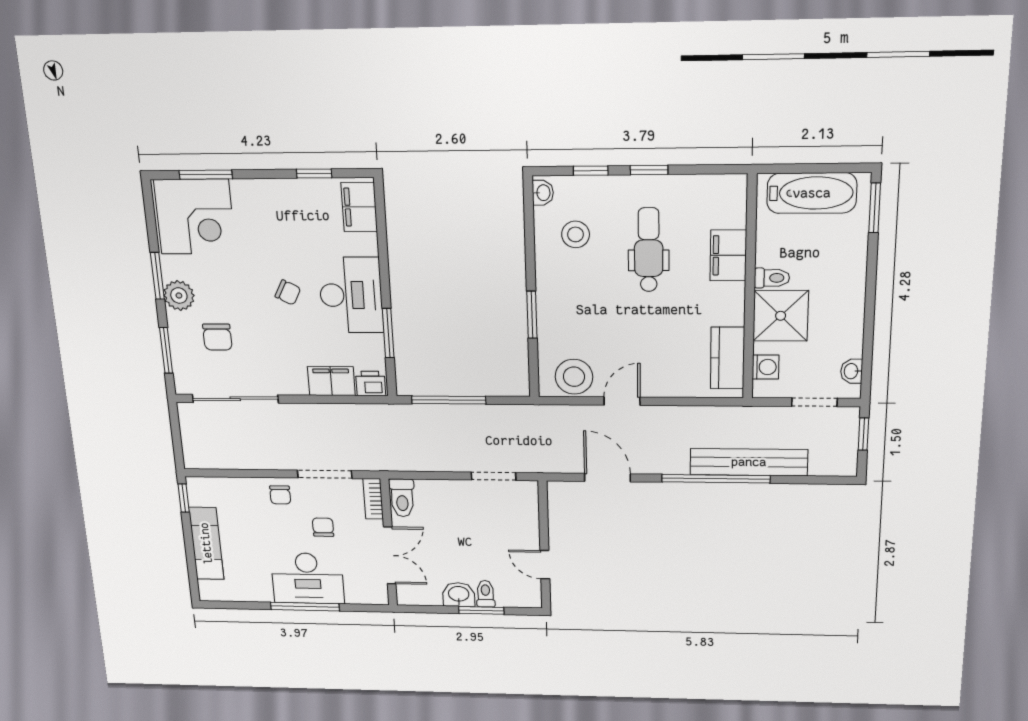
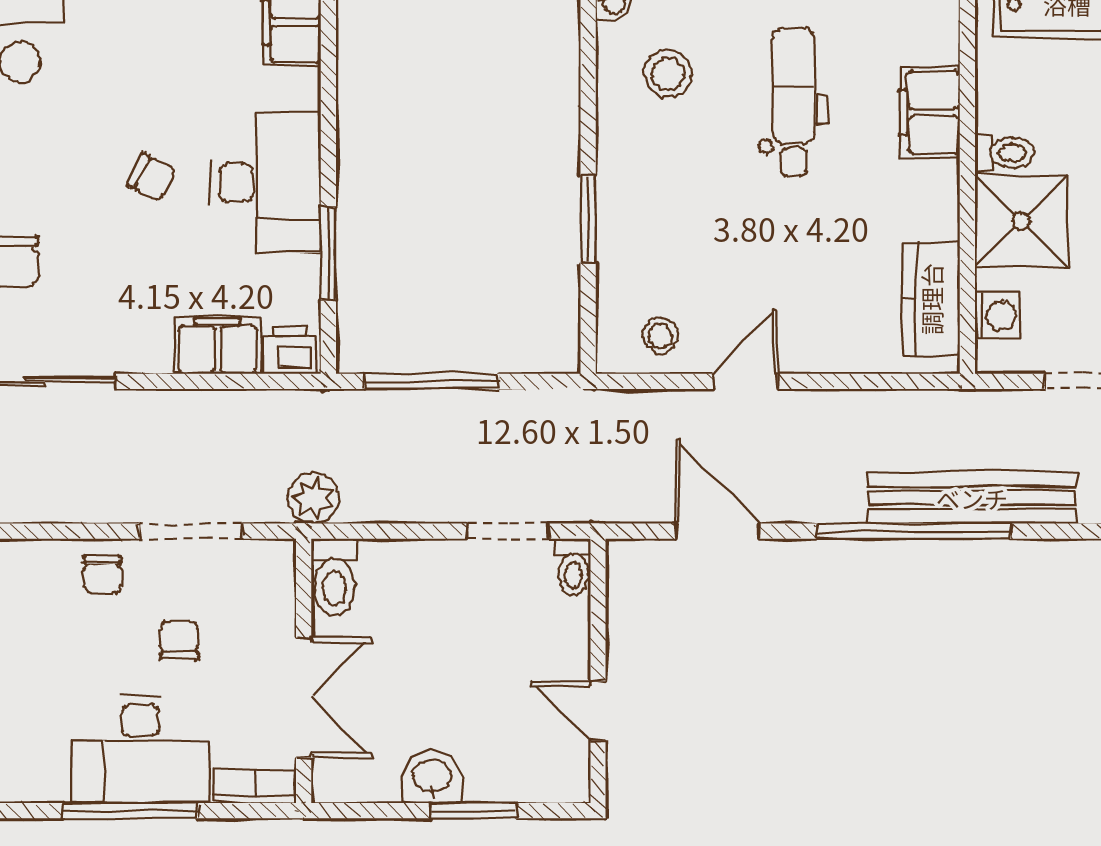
stool: (574, 377) -> (660, 335), width x0.53, depth x0.53
plant: (388, 459) -> (313, 498), added
bookcase: (373, 499) -> (254, 787), moved, turned 90
toilet: (486, 594) -> (573, 567), moved, turned 180

